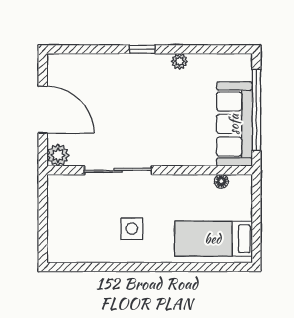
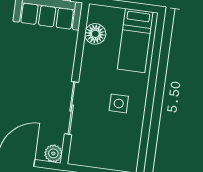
floor lamp: (221, 181) -> (95, 34), width x1.89, depth x1.89

